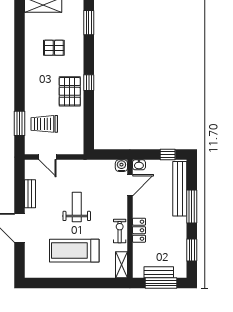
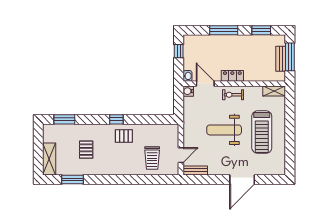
pallet: (70, 91) -> (124, 136), width x0.67, depth x0.71
window: (19, 123) -> (73, 180), moved
bench: (180, 189) -> (208, 41), removed
bench: (30, 194) -> (195, 170), moved
weight bench: (77, 207) -> (224, 130), width x1.36, depth x1.33
locker: (139, 230) -> (232, 76), moved
exercise bike: (120, 231) -> (233, 95), moved

